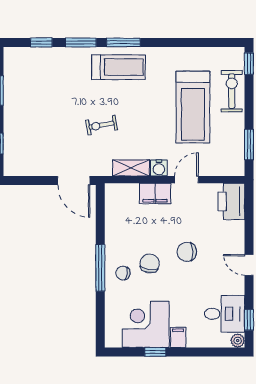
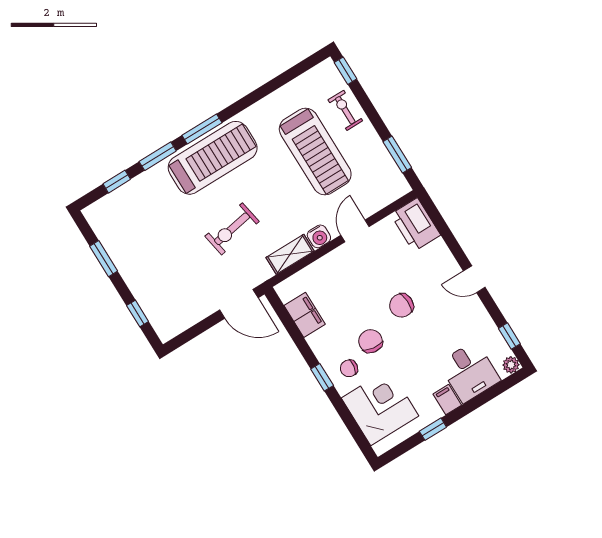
treadmill: (118, 67) -> (213, 158), width x1.37, depth x1.38
exercise bike: (232, 91) -> (345, 110), width x0.73, depth x0.72
exercise bike: (101, 125) -> (232, 229), width x1.38, depth x1.39
filing cabinet: (155, 194) -> (305, 315), moved, turned -90
window: (100, 268) -> (322, 377), width x0.46
desk: (225, 314) -> (469, 372), moved, turned 90
corner desk: (146, 324) -> (380, 407), moved, turned 90

